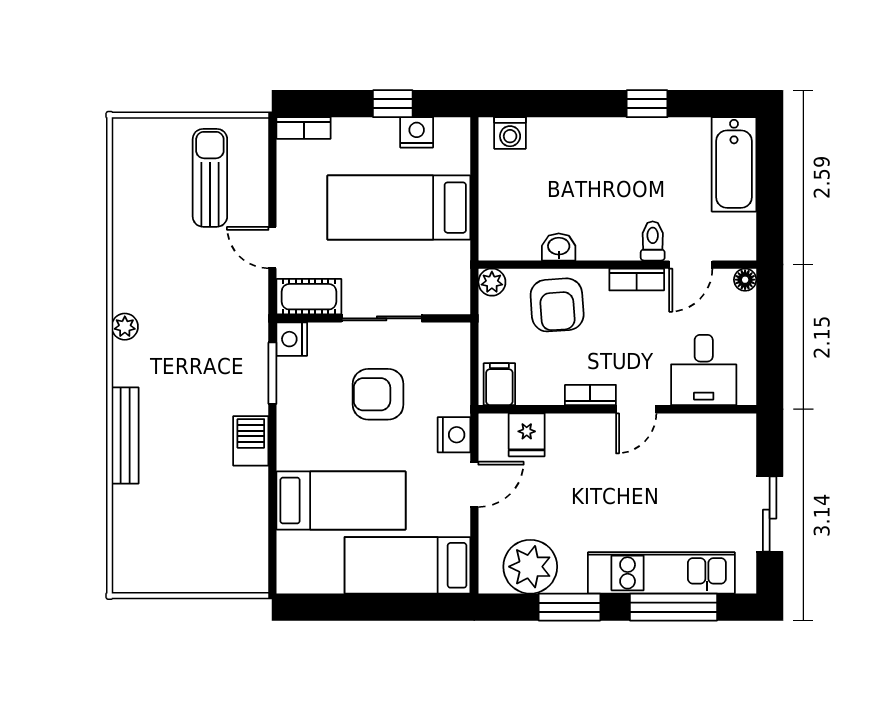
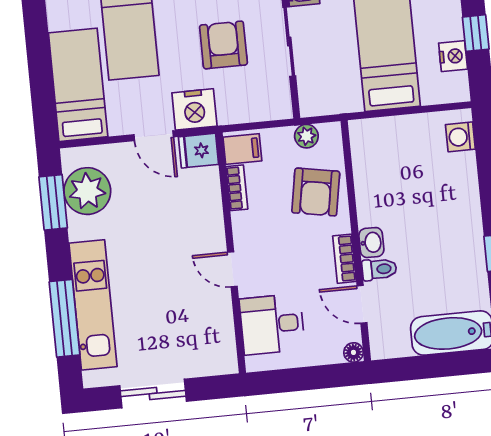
washbasin: (559, 247) -> (371, 243), moved
plant: (492, 282) -> (306, 136), moved
armchair: (557, 305) -> (316, 192), turned -76
bookcase: (590, 395) -> (237, 188), moved
nightstand: (454, 435) -> (194, 109), width x1.36, depth x1.33
fridge: (527, 435) -> (198, 151), moved
window: (569, 607) -> (53, 202), moved

